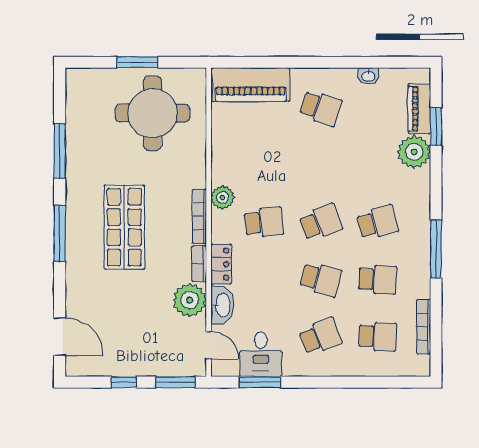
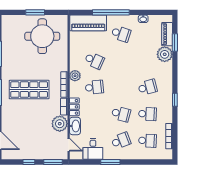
window: (299, 62) -> (111, 12), added
school desk: (321, 222) -> (94, 61), moved, turned 45
shop shelf: (124, 227) -> (29, 90), turned 90
window: (436, 249) -> (175, 100), width x0.46
window: (260, 382) -> (110, 162), moved

